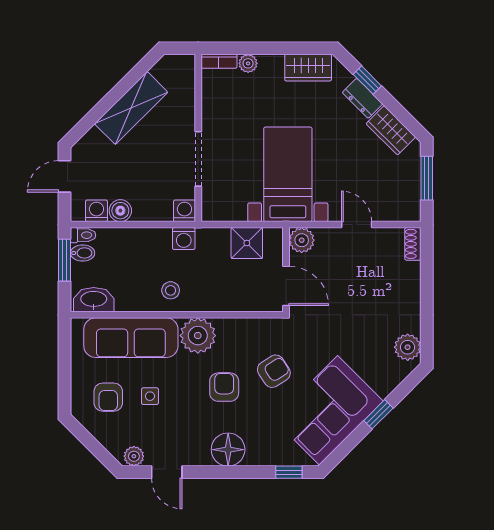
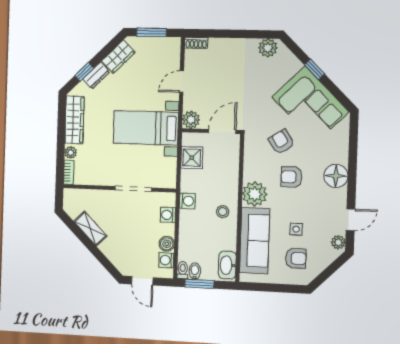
wardrobe: (308, 68) -> (74, 120), width x1.50
shelving: (131, 108) -> (90, 229), width x0.67, depth x0.75
washing machine: (184, 211) -> (168, 215), moved
window: (289, 472) -> (354, 133), removed

